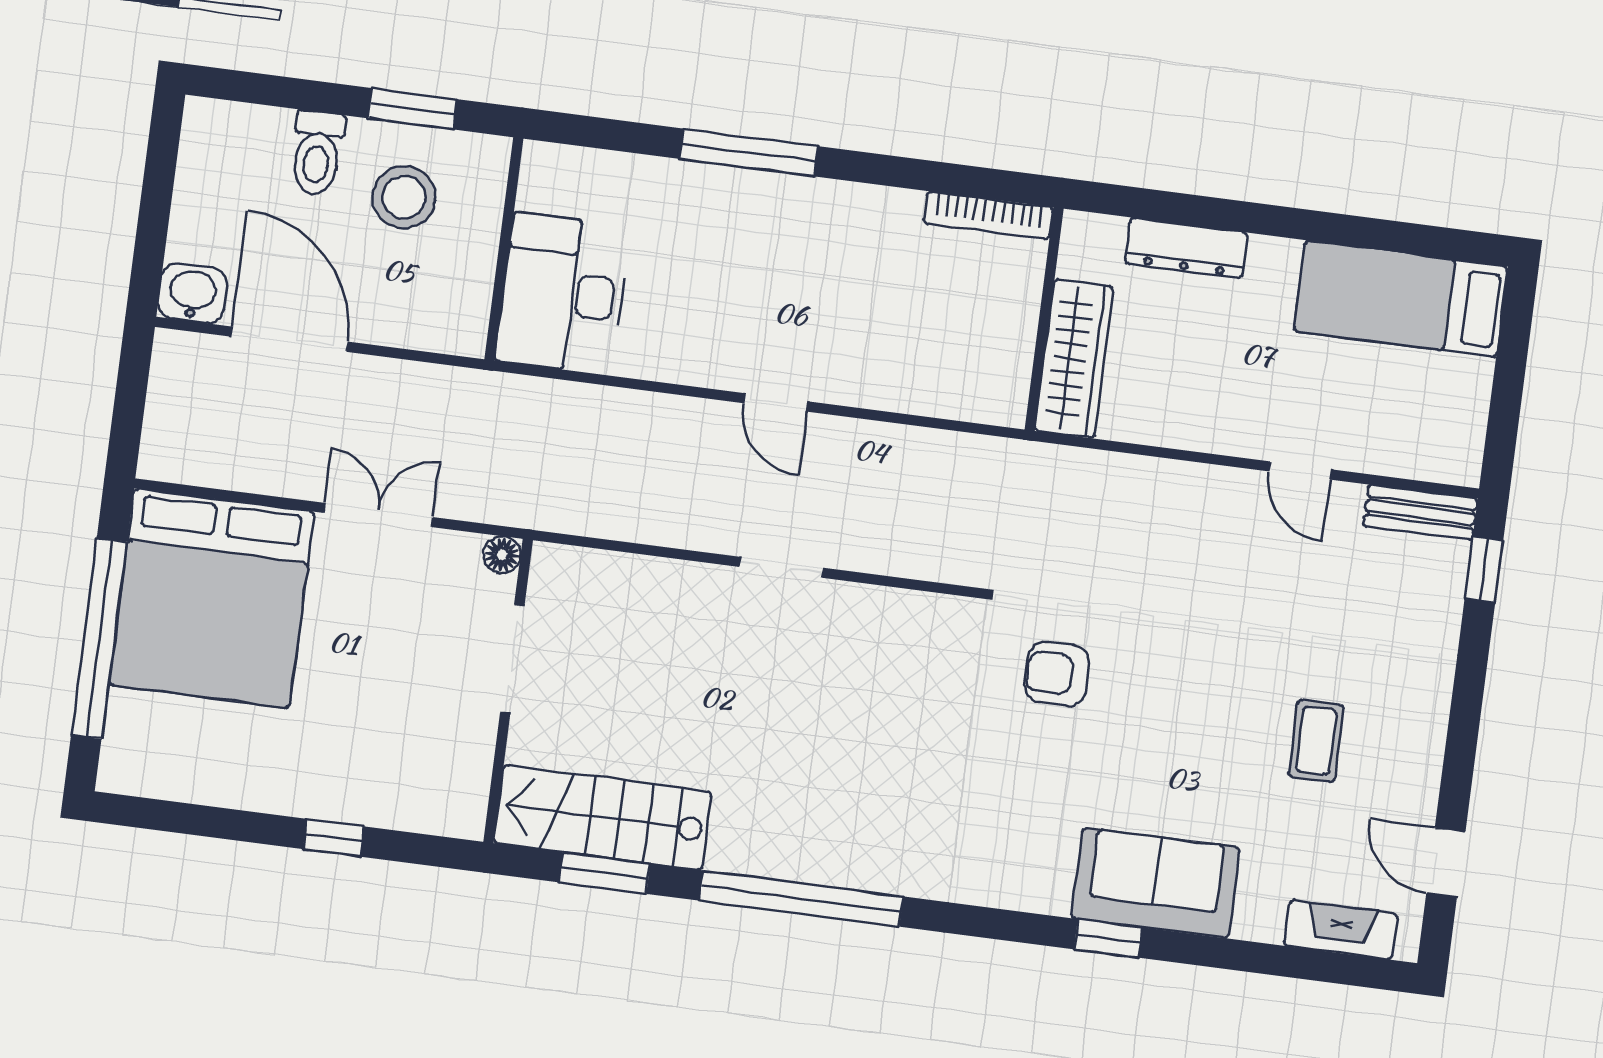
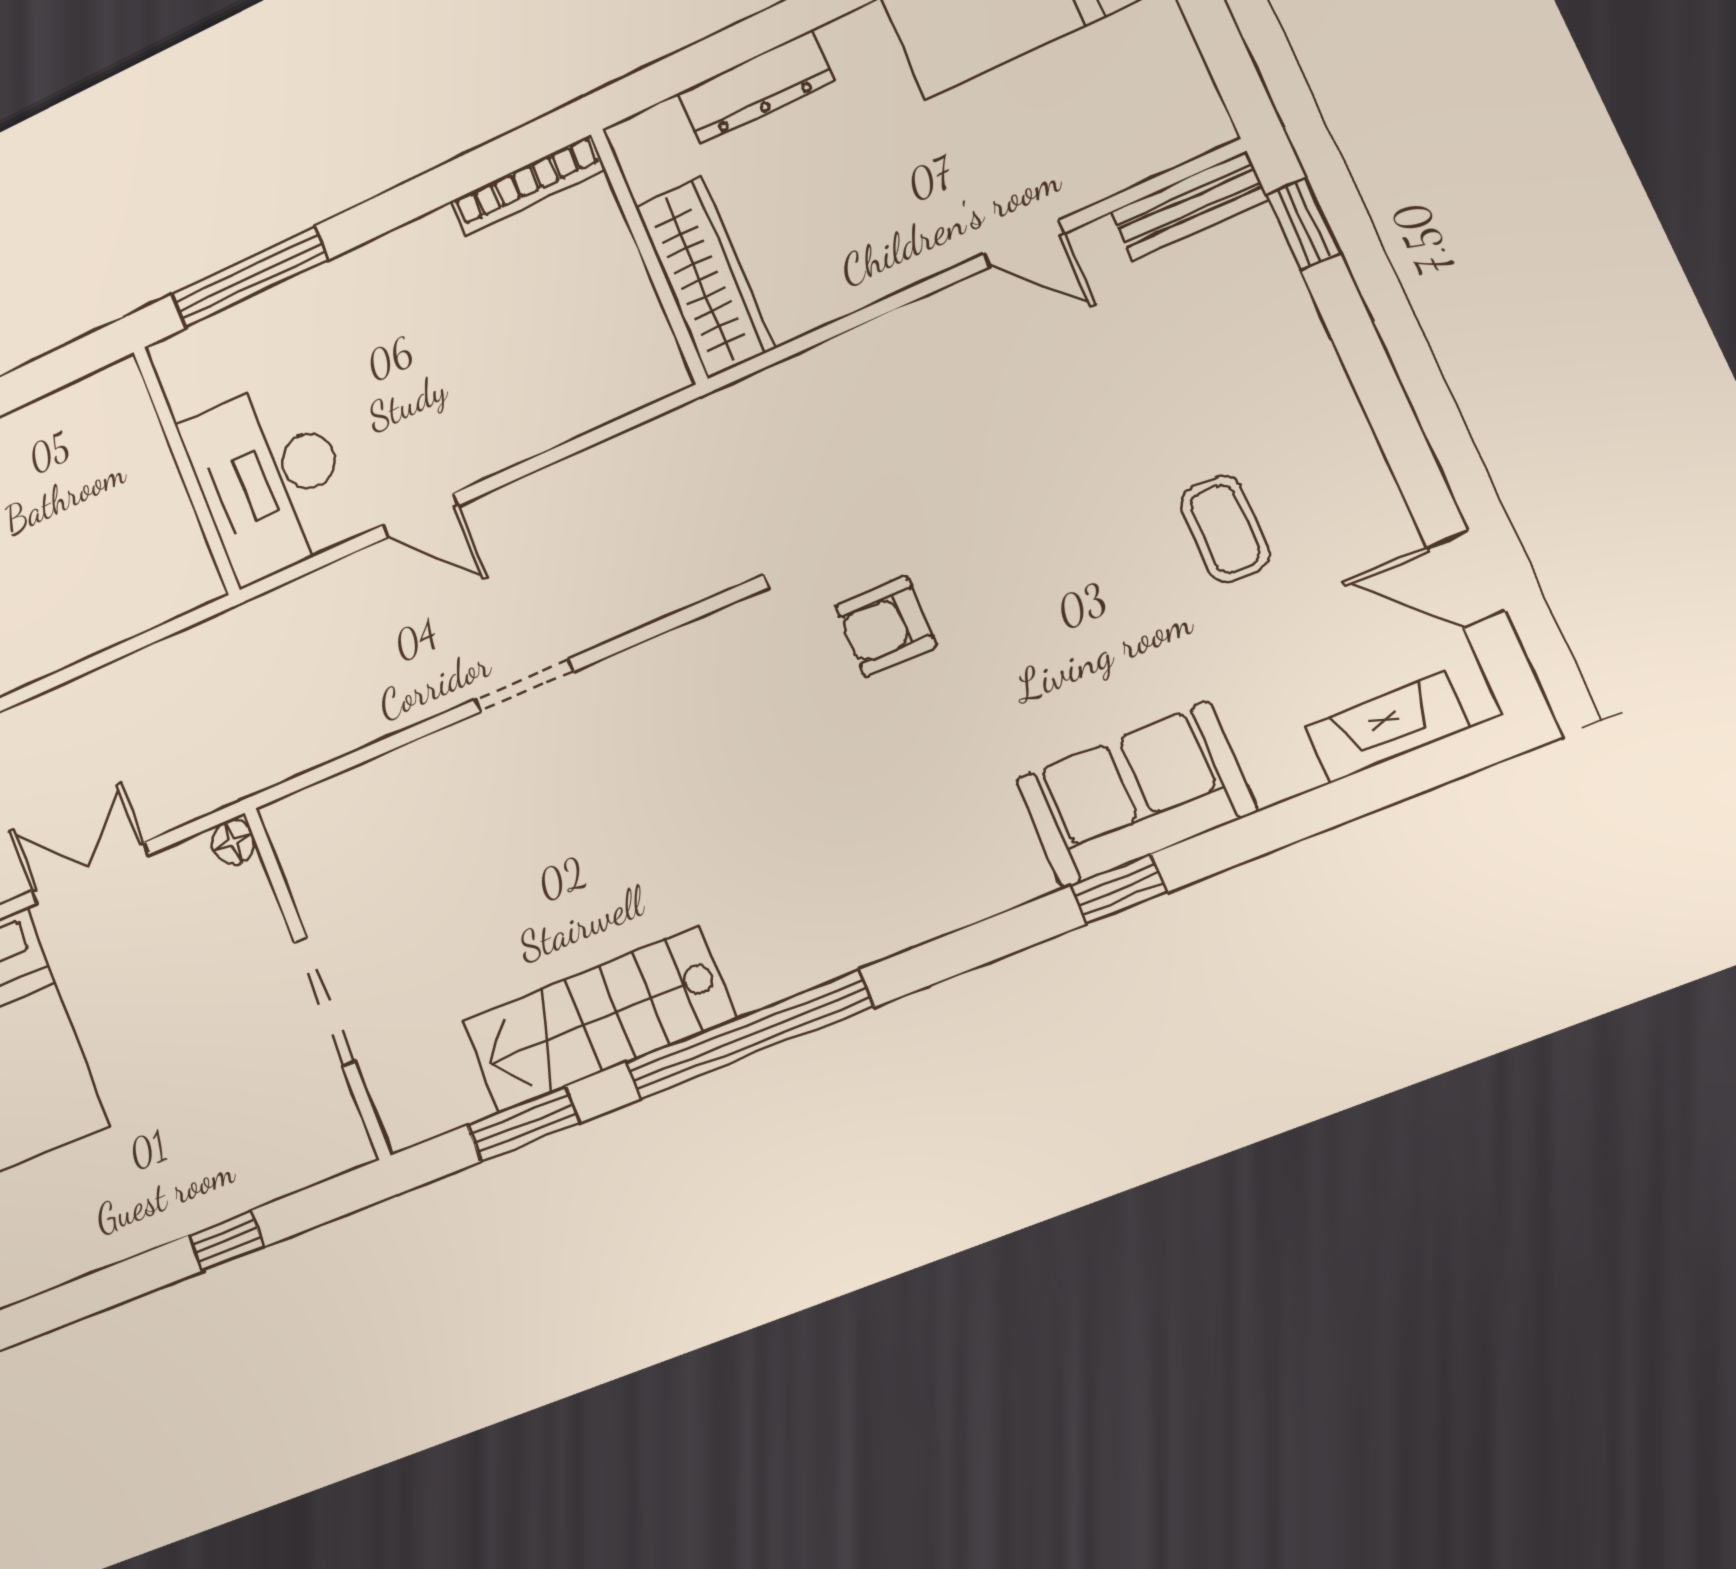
wall: (504, 249) -> (186, 470), moved
desk: (563, 294) -> (269, 479), moved
doorway: (512, 659) -> (324, 1002), moved
stairs: (603, 817) -> (598, 1020), moved

